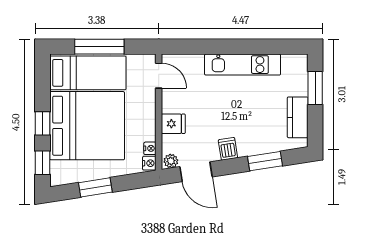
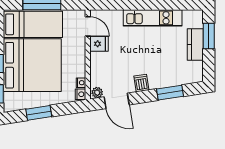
kitchen counter: (298, 117) -> (195, 44), moved
fridge: (173, 124) -> (99, 44), moved

